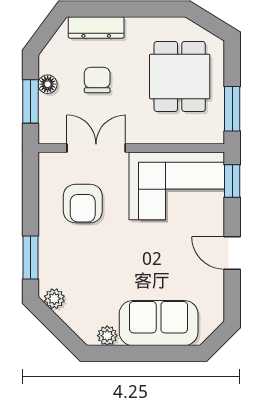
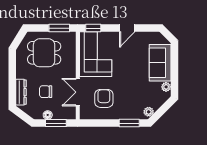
armchair: (83, 204) -> (104, 98), turned -90

